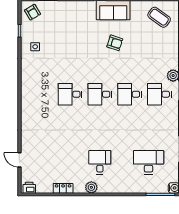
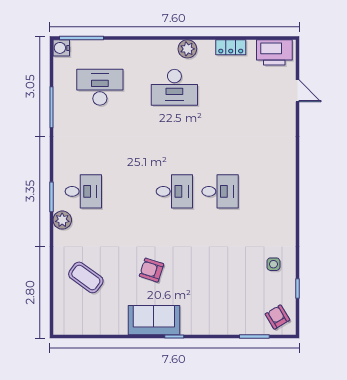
coffee table: (159, 17) -> (86, 277), moved
desk: (130, 94) -> (129, 191), removed
desk: (100, 162) -> (174, 87), width x1.37
desk: (149, 162) -> (100, 87), turned 180
printer: (29, 188) -> (274, 52), width x1.87, depth x1.48

